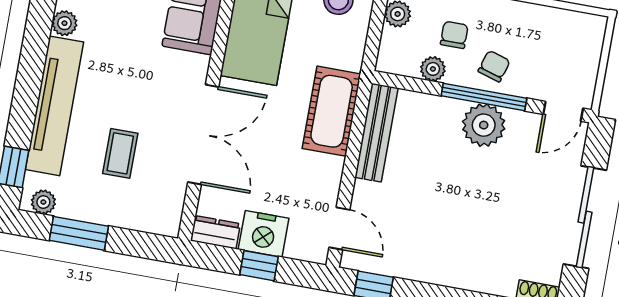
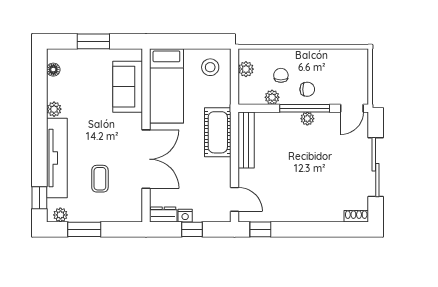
chair: (494, 66) -> (307, 89), turned 73
plant: (484, 125) -> (307, 119), width x0.53, depth x0.53
nightstand: (264, 234) -> (185, 216), width x0.53, depth x0.56

